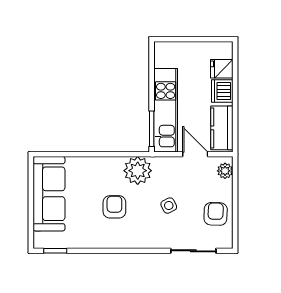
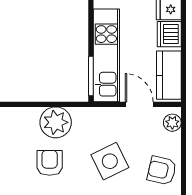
plant: (138, 171) -> (56, 122), moved
side table: (169, 206) -> (110, 161), width x1.87, depth x1.87
armchair: (216, 214) -> (162, 171), turned -79

